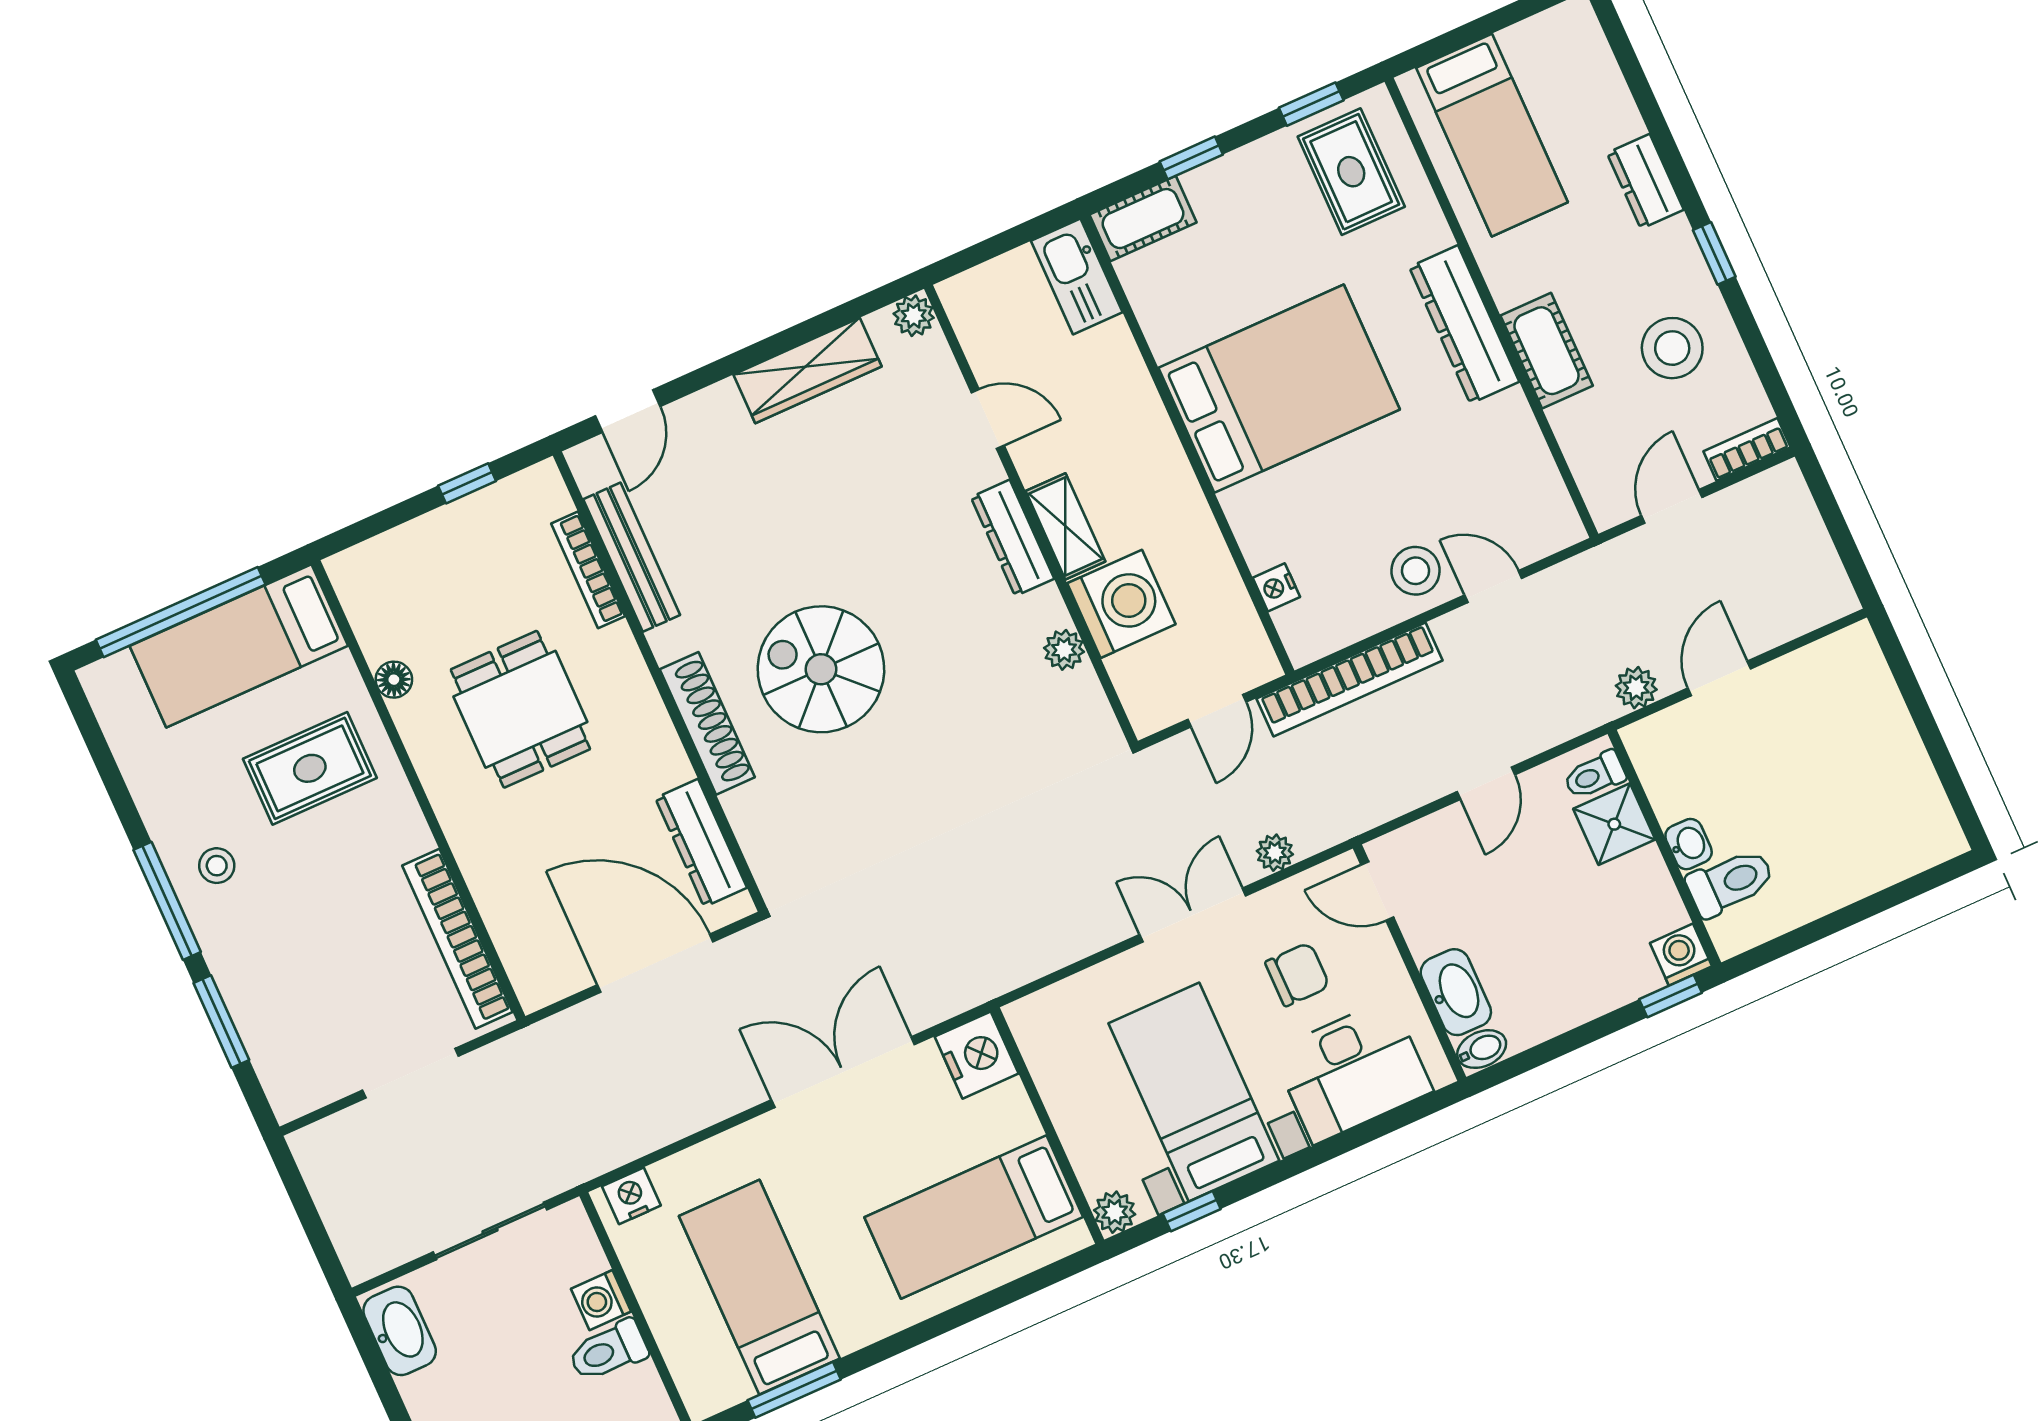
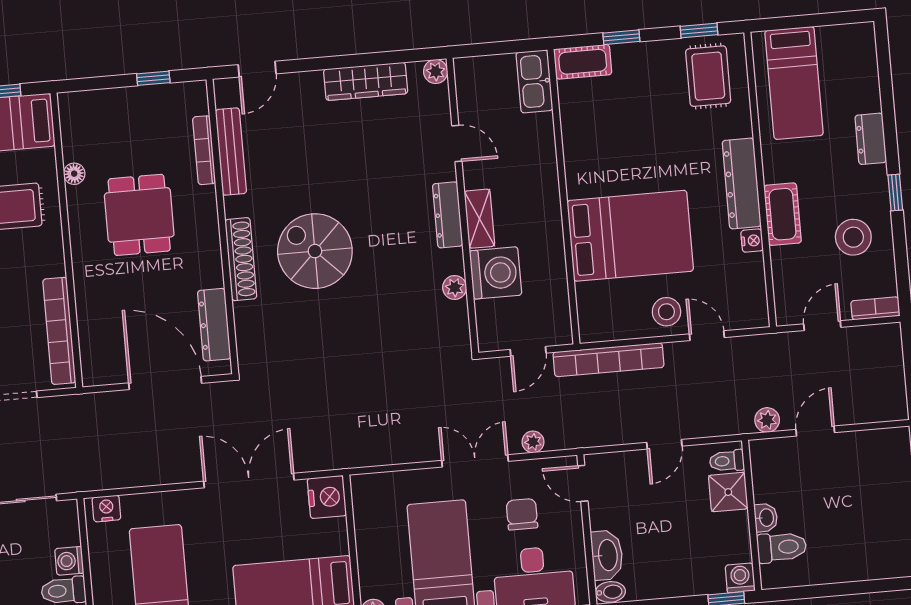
bed: (1279, 389) -> (630, 236), moved
nightstand: (1276, 587) -> (752, 241), moved, turned 180
chair: (1297, 974) -> (522, 514), turned -90

